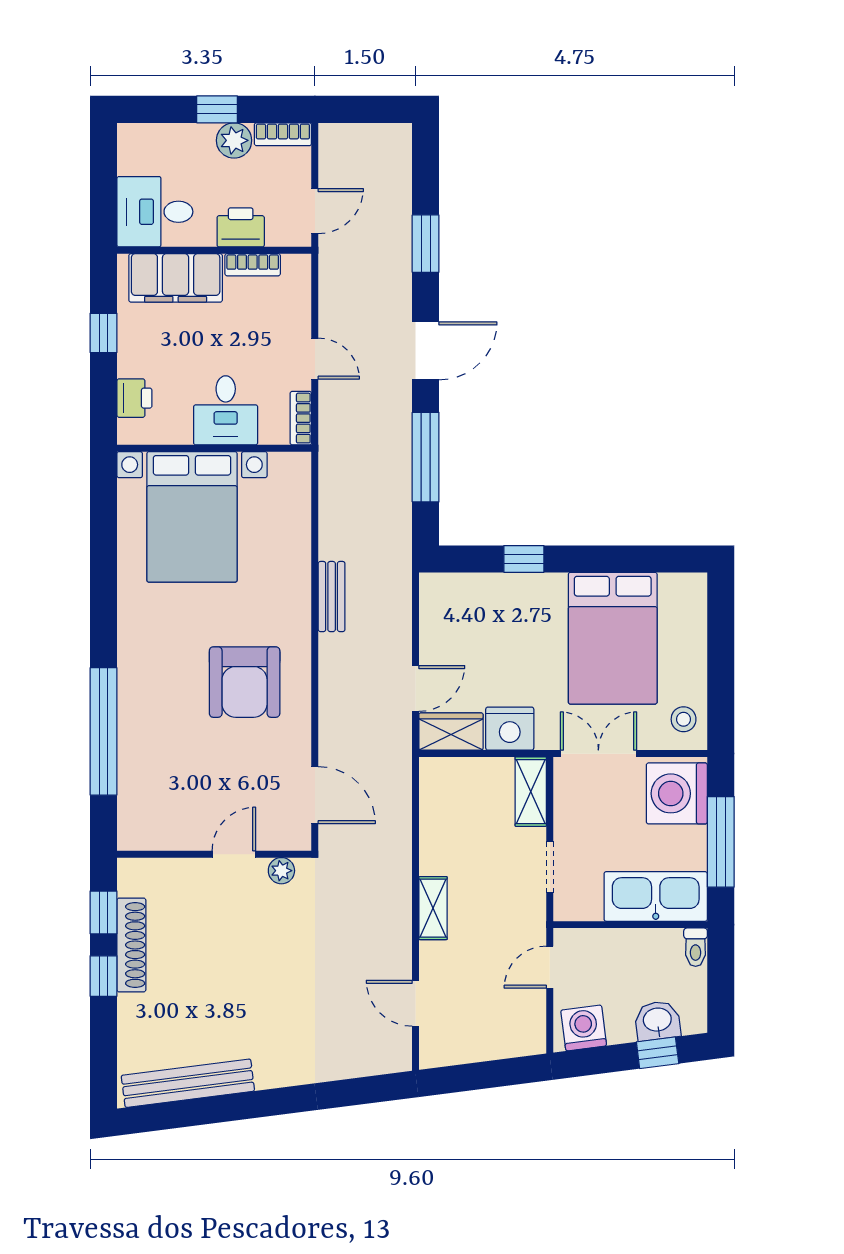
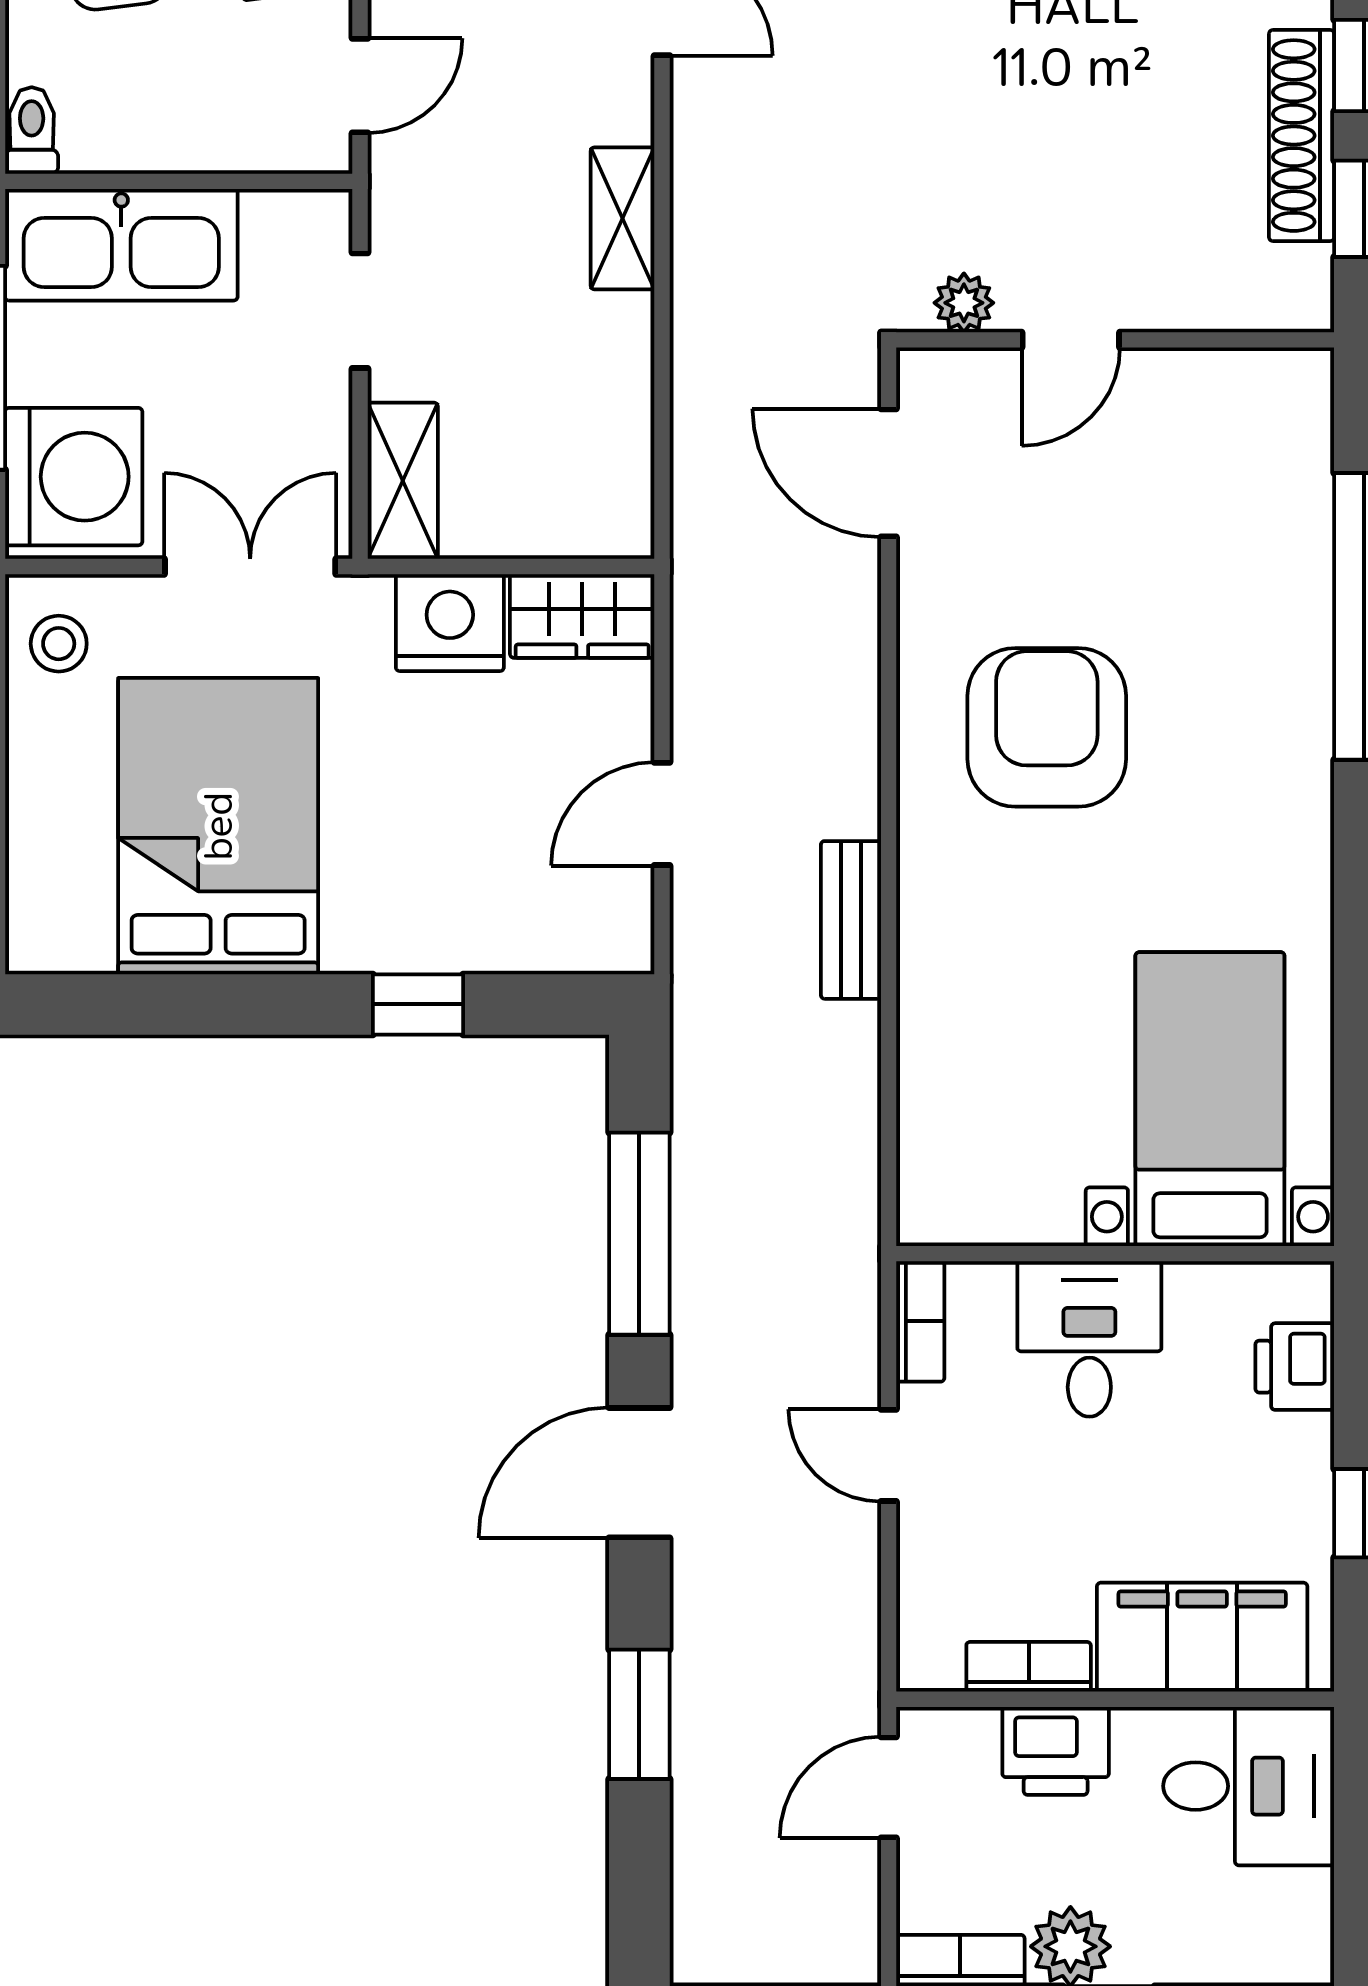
bed with nightstands: (192, 517) -> (1210, 1099), width x0.73
door: (415, 688) -> (662, 814), moved
double door: (598, 754) -> (250, 566), swing flipped

